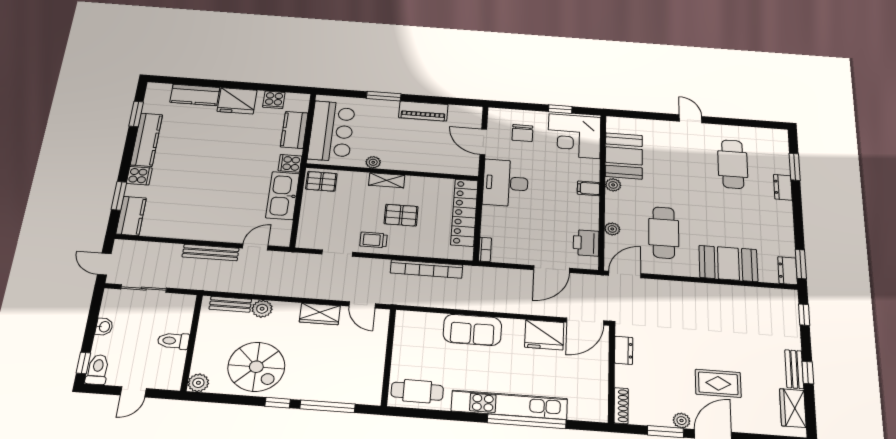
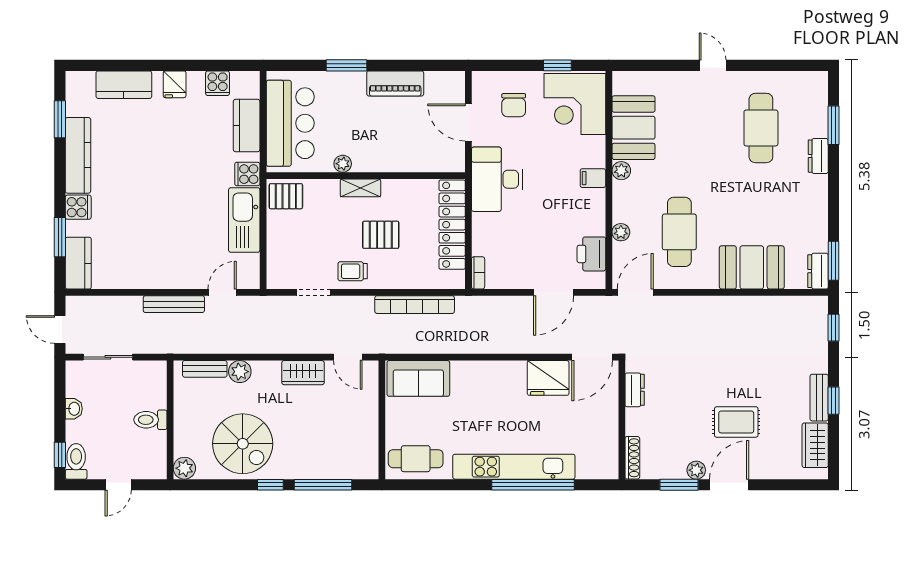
fridge: (237, 101) -> (175, 84), width x0.53, depth x0.75
sofa: (472, 330) -> (418, 378), moved

